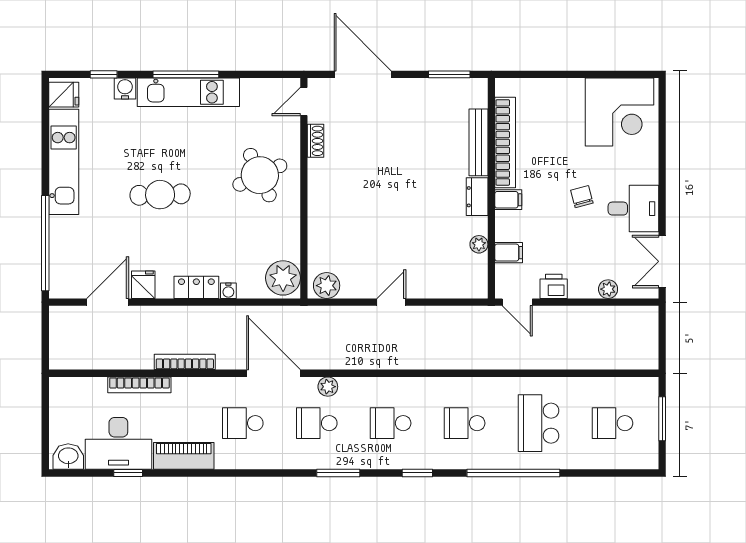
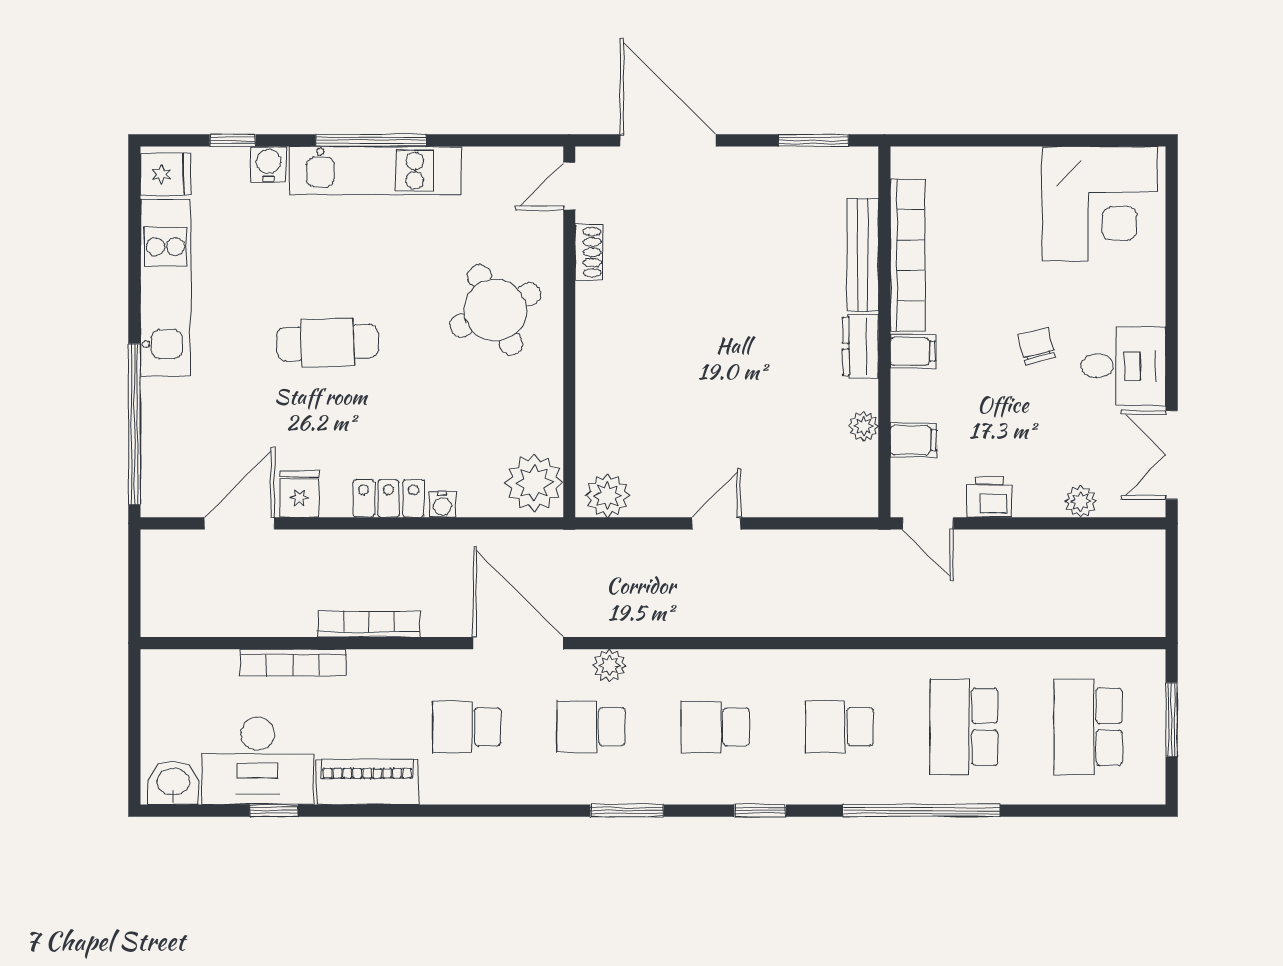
school desk: (612, 423) -> (1088, 727), width x1.85

